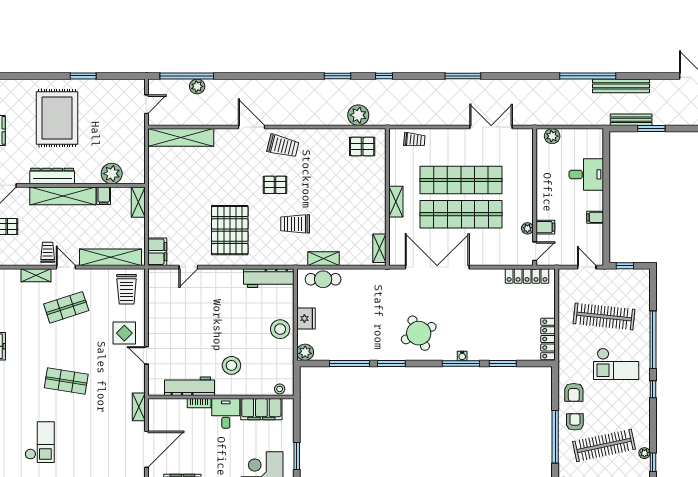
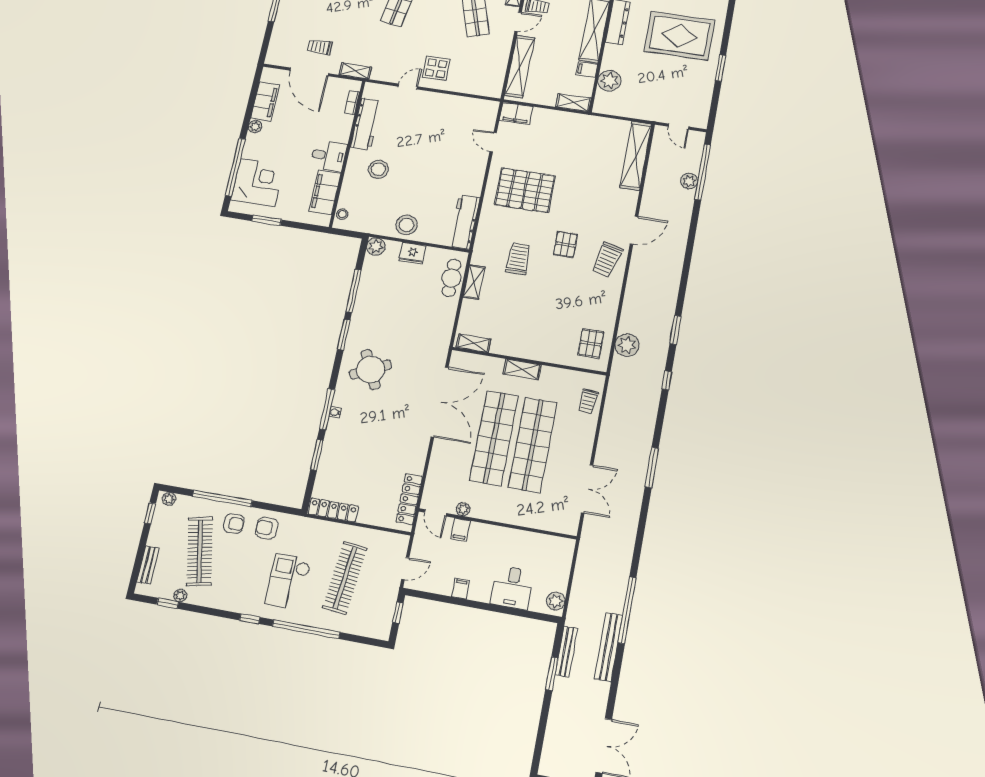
plant: (552, 136) -> (556, 601), moved
trolley: (127, 289) -> (320, 47), moved, width x0.73, depth x0.72
bookcase: (199, 403) -> (352, 102), moved

